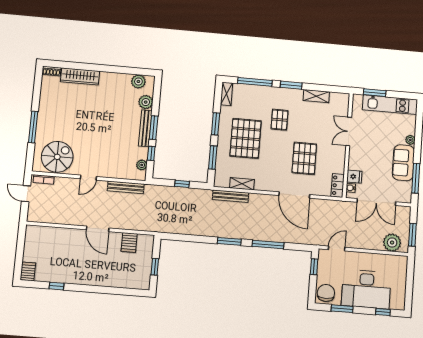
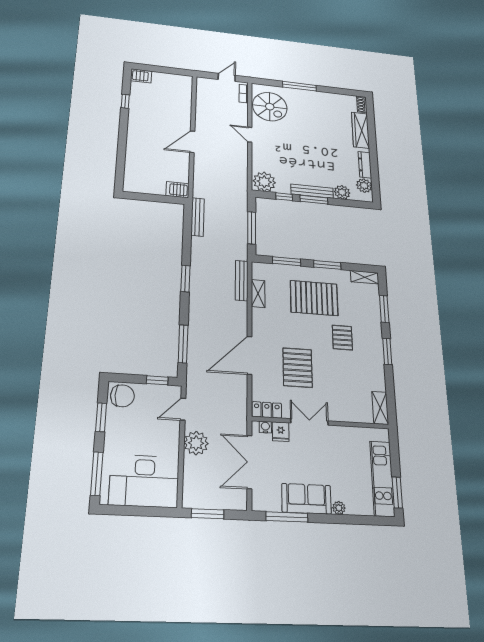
dresser: (117, 78) -> (365, 165), added
window: (255, 82) -> (384, 309), width x0.69
window: (375, 93) -> (397, 492), moved
shelving: (316, 96) -> (380, 408), moved
pallet: (279, 120) -> (342, 338), turned 90
double door: (349, 131) -> (309, 422), moved
pallet: (304, 158) -> (298, 368), turned 90
plant: (142, 165) -> (264, 182), width x1.87, depth x1.87
window: (182, 184) -> (252, 228), width x2.17
bench: (126, 187) -> (198, 217), moved
server rack: (129, 243) -> (178, 190), moved
plant: (392, 243) -> (196, 443), moved
window: (268, 245) -> (183, 344), moved
door: (337, 249) -> (183, 409), swing flipped
window: (155, 267) -> (151, 198), removed
desk: (366, 289) -> (144, 481), moved, turned -90
window: (383, 312) -> (97, 474), width x2.17

